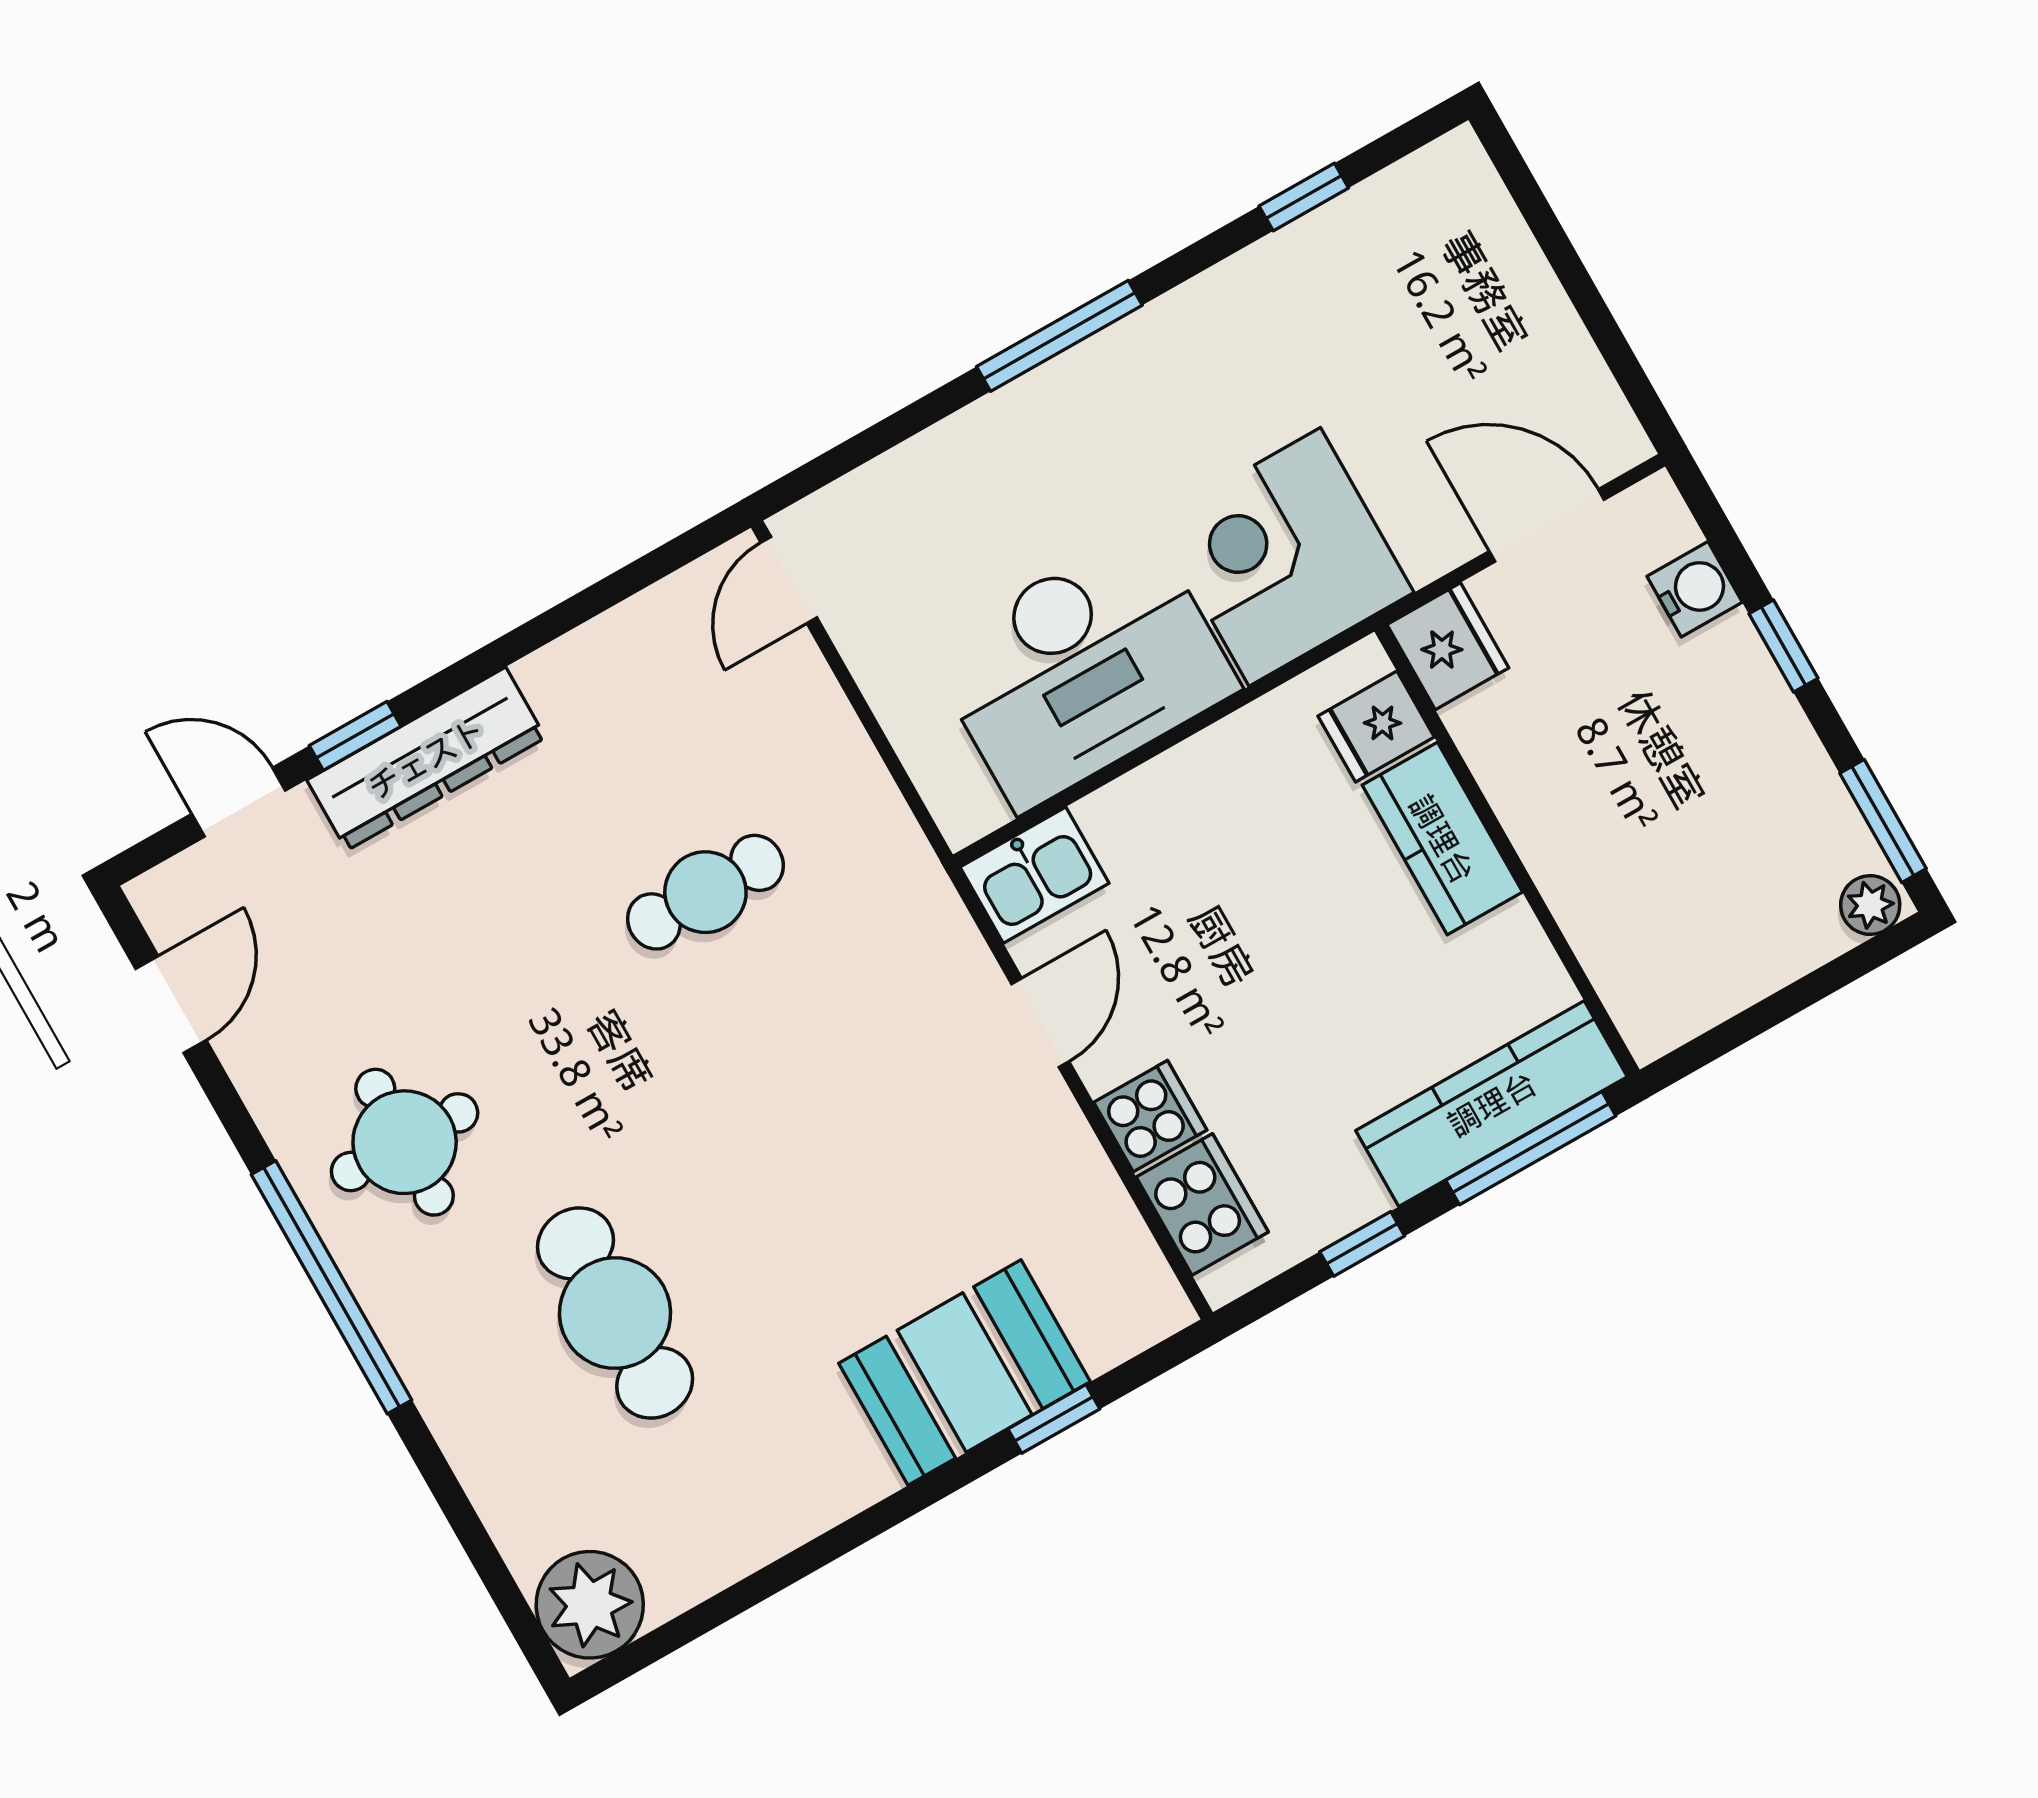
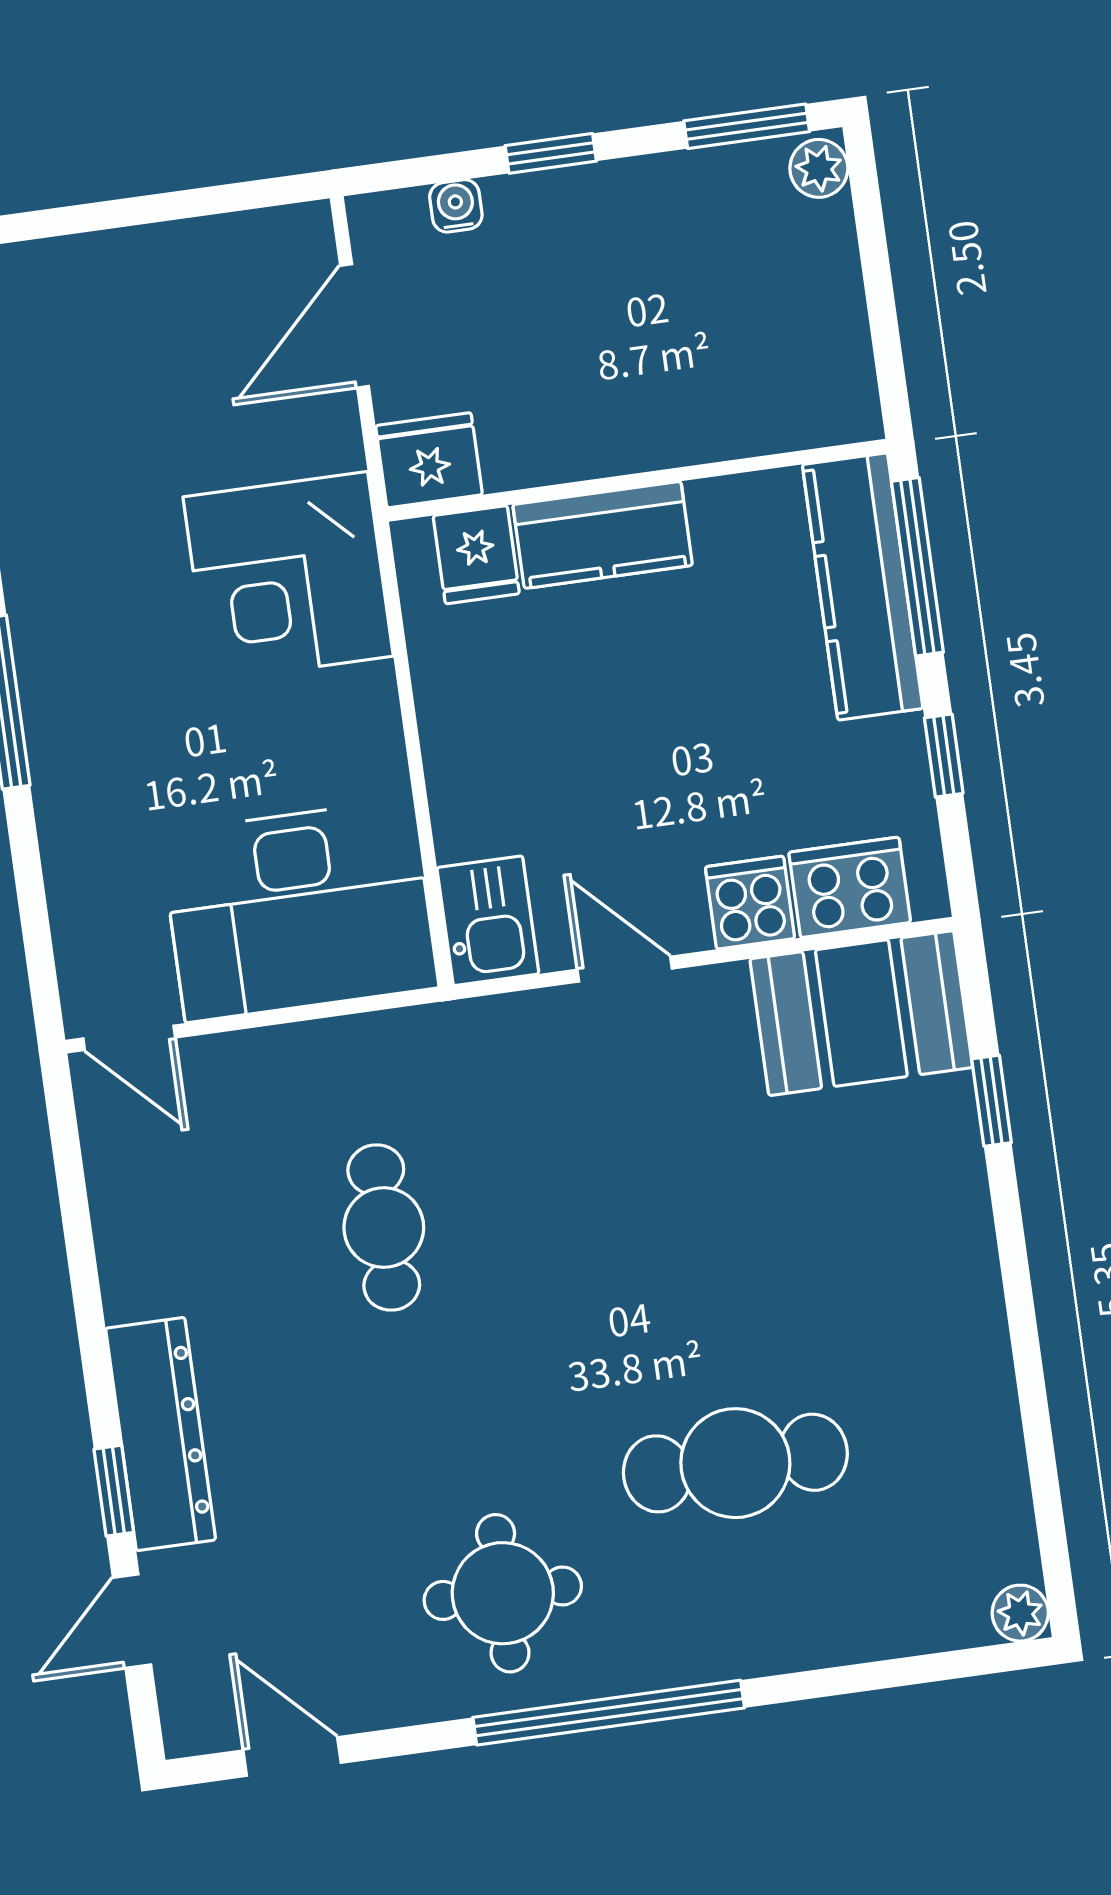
water cooler: (1695, 589) -> (456, 206), width x0.72, depth x0.72
desk: (1083, 669) -> (299, 910), moved, turned 90
booth: (965, 1372) -> (861, 1013), moved, turned 90
plant: (590, 1605) -> (1020, 1613), width x0.53, depth x0.53

